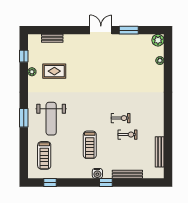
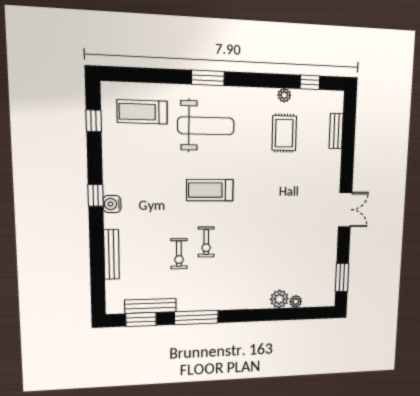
window: (129, 30) -> (342, 277), moved
plant: (158, 40) -> (279, 299), moved
weight bench: (51, 119) -> (206, 126), turned 180
window: (168, 124) -> (196, 317), added
treadmill: (90, 145) -> (210, 190), moved
window: (168, 158) -> (141, 319), added
window: (106, 182) -> (96, 195), moved

